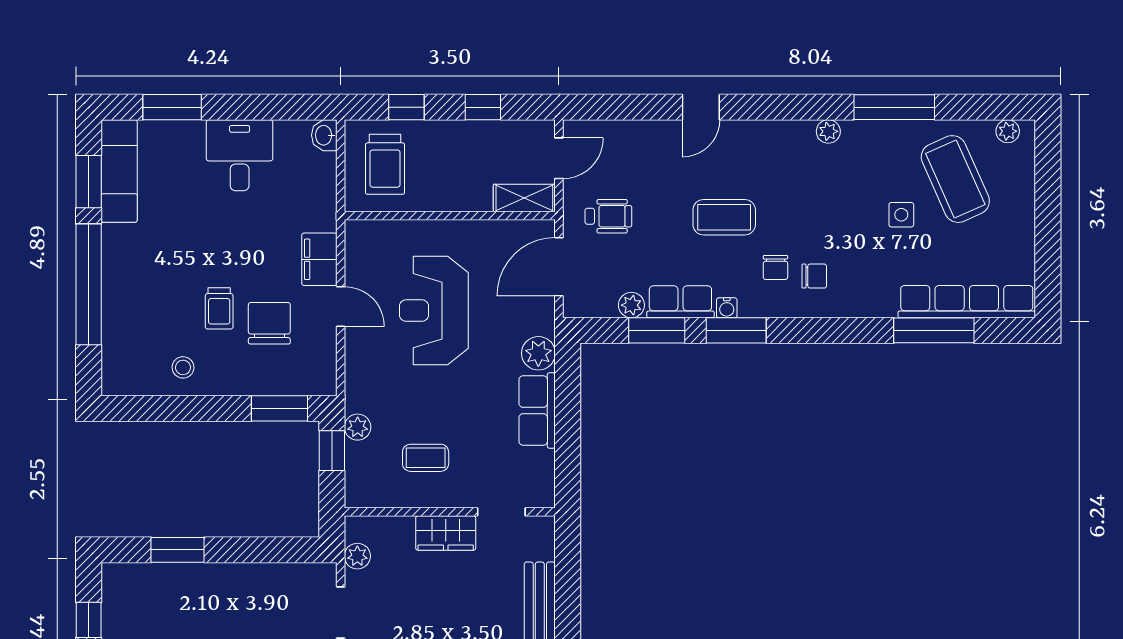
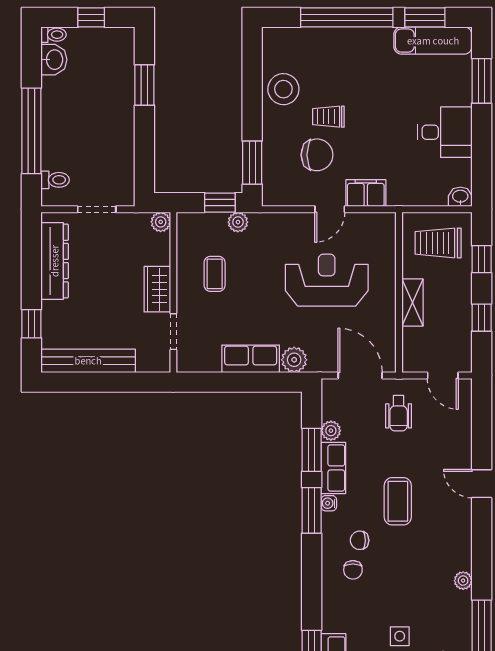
shelving: (524, 198) -> (412, 302), moved
stool: (183, 367) -> (283, 89), width x1.89, depth x1.89
plant: (357, 556) -> (161, 222), moved

